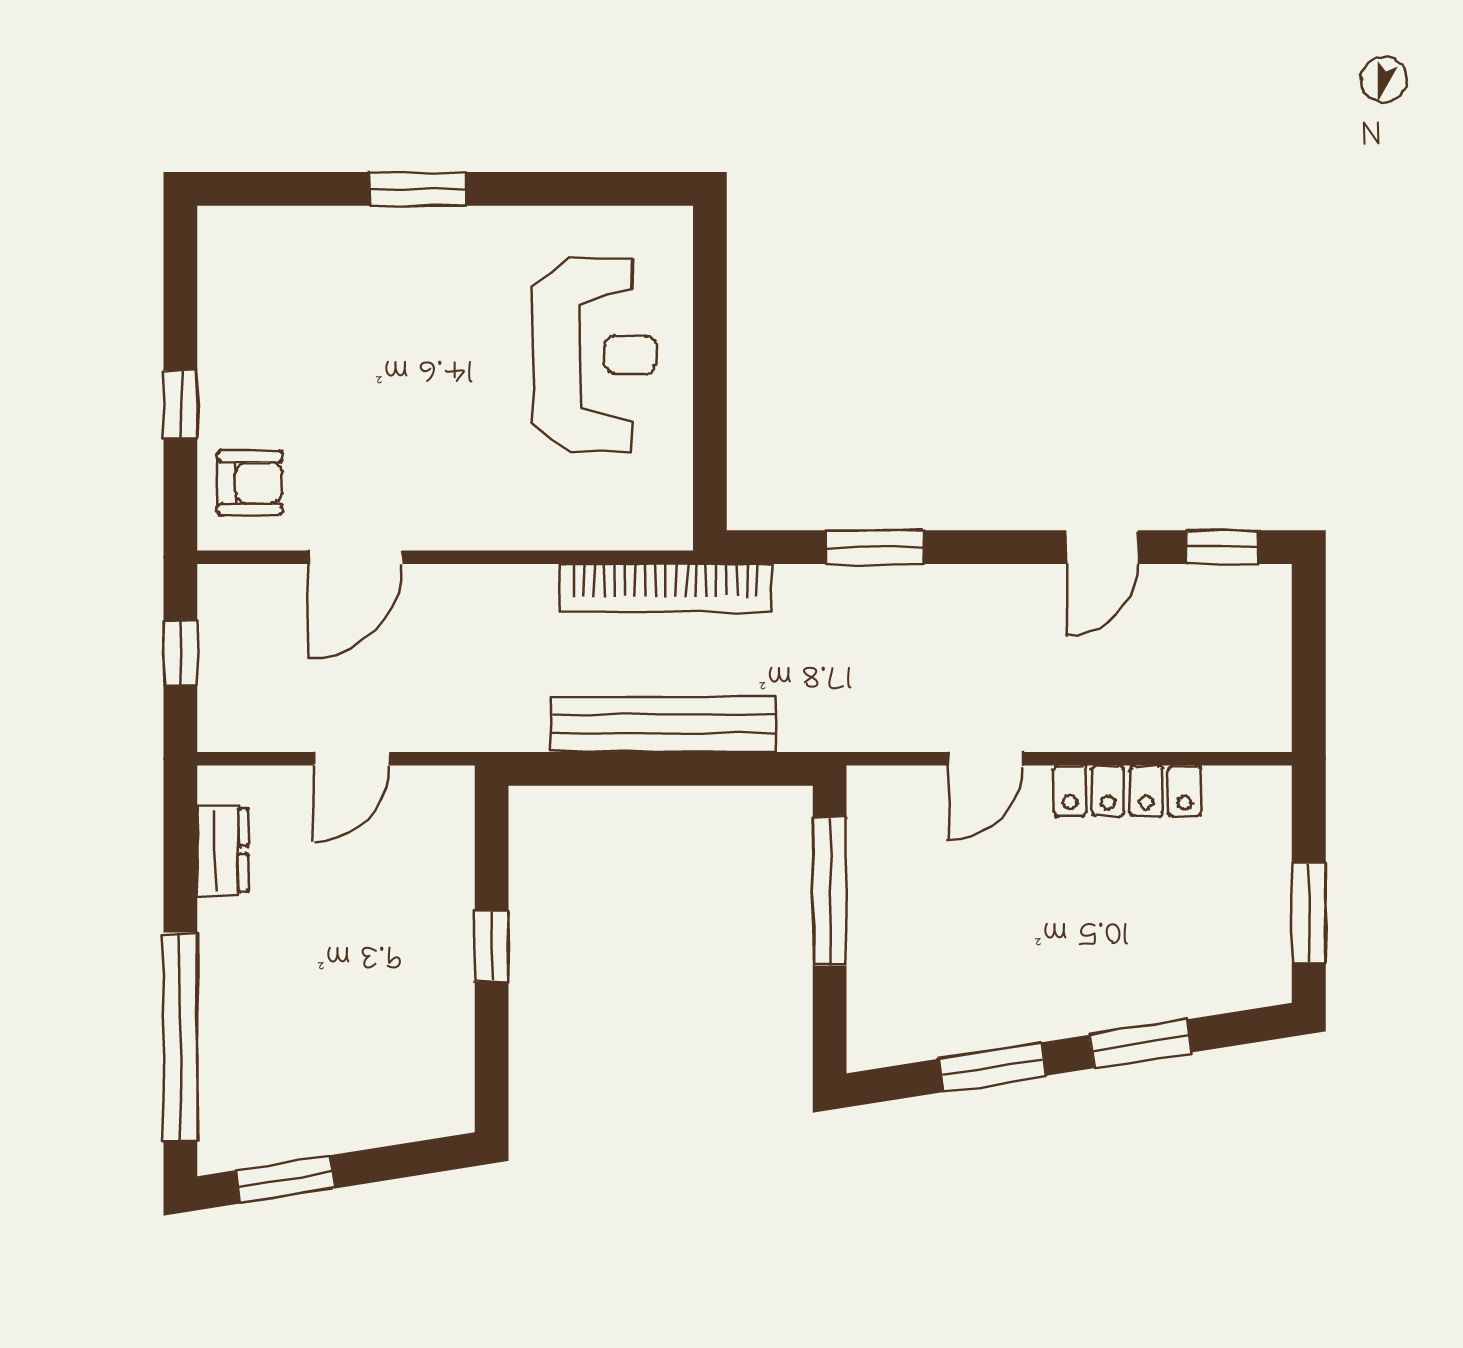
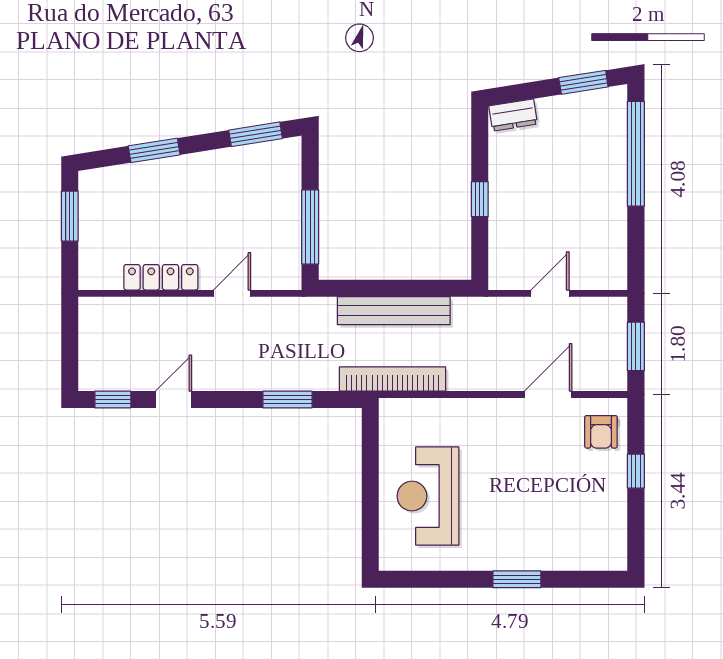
armchair: (250, 483) -> (601, 432), turned -90
window: (180, 653) -> (636, 346), width x1.50
dresser: (223, 850) -> (513, 115), moved, turned -99
window: (993, 1067) -> (256, 134), moved

